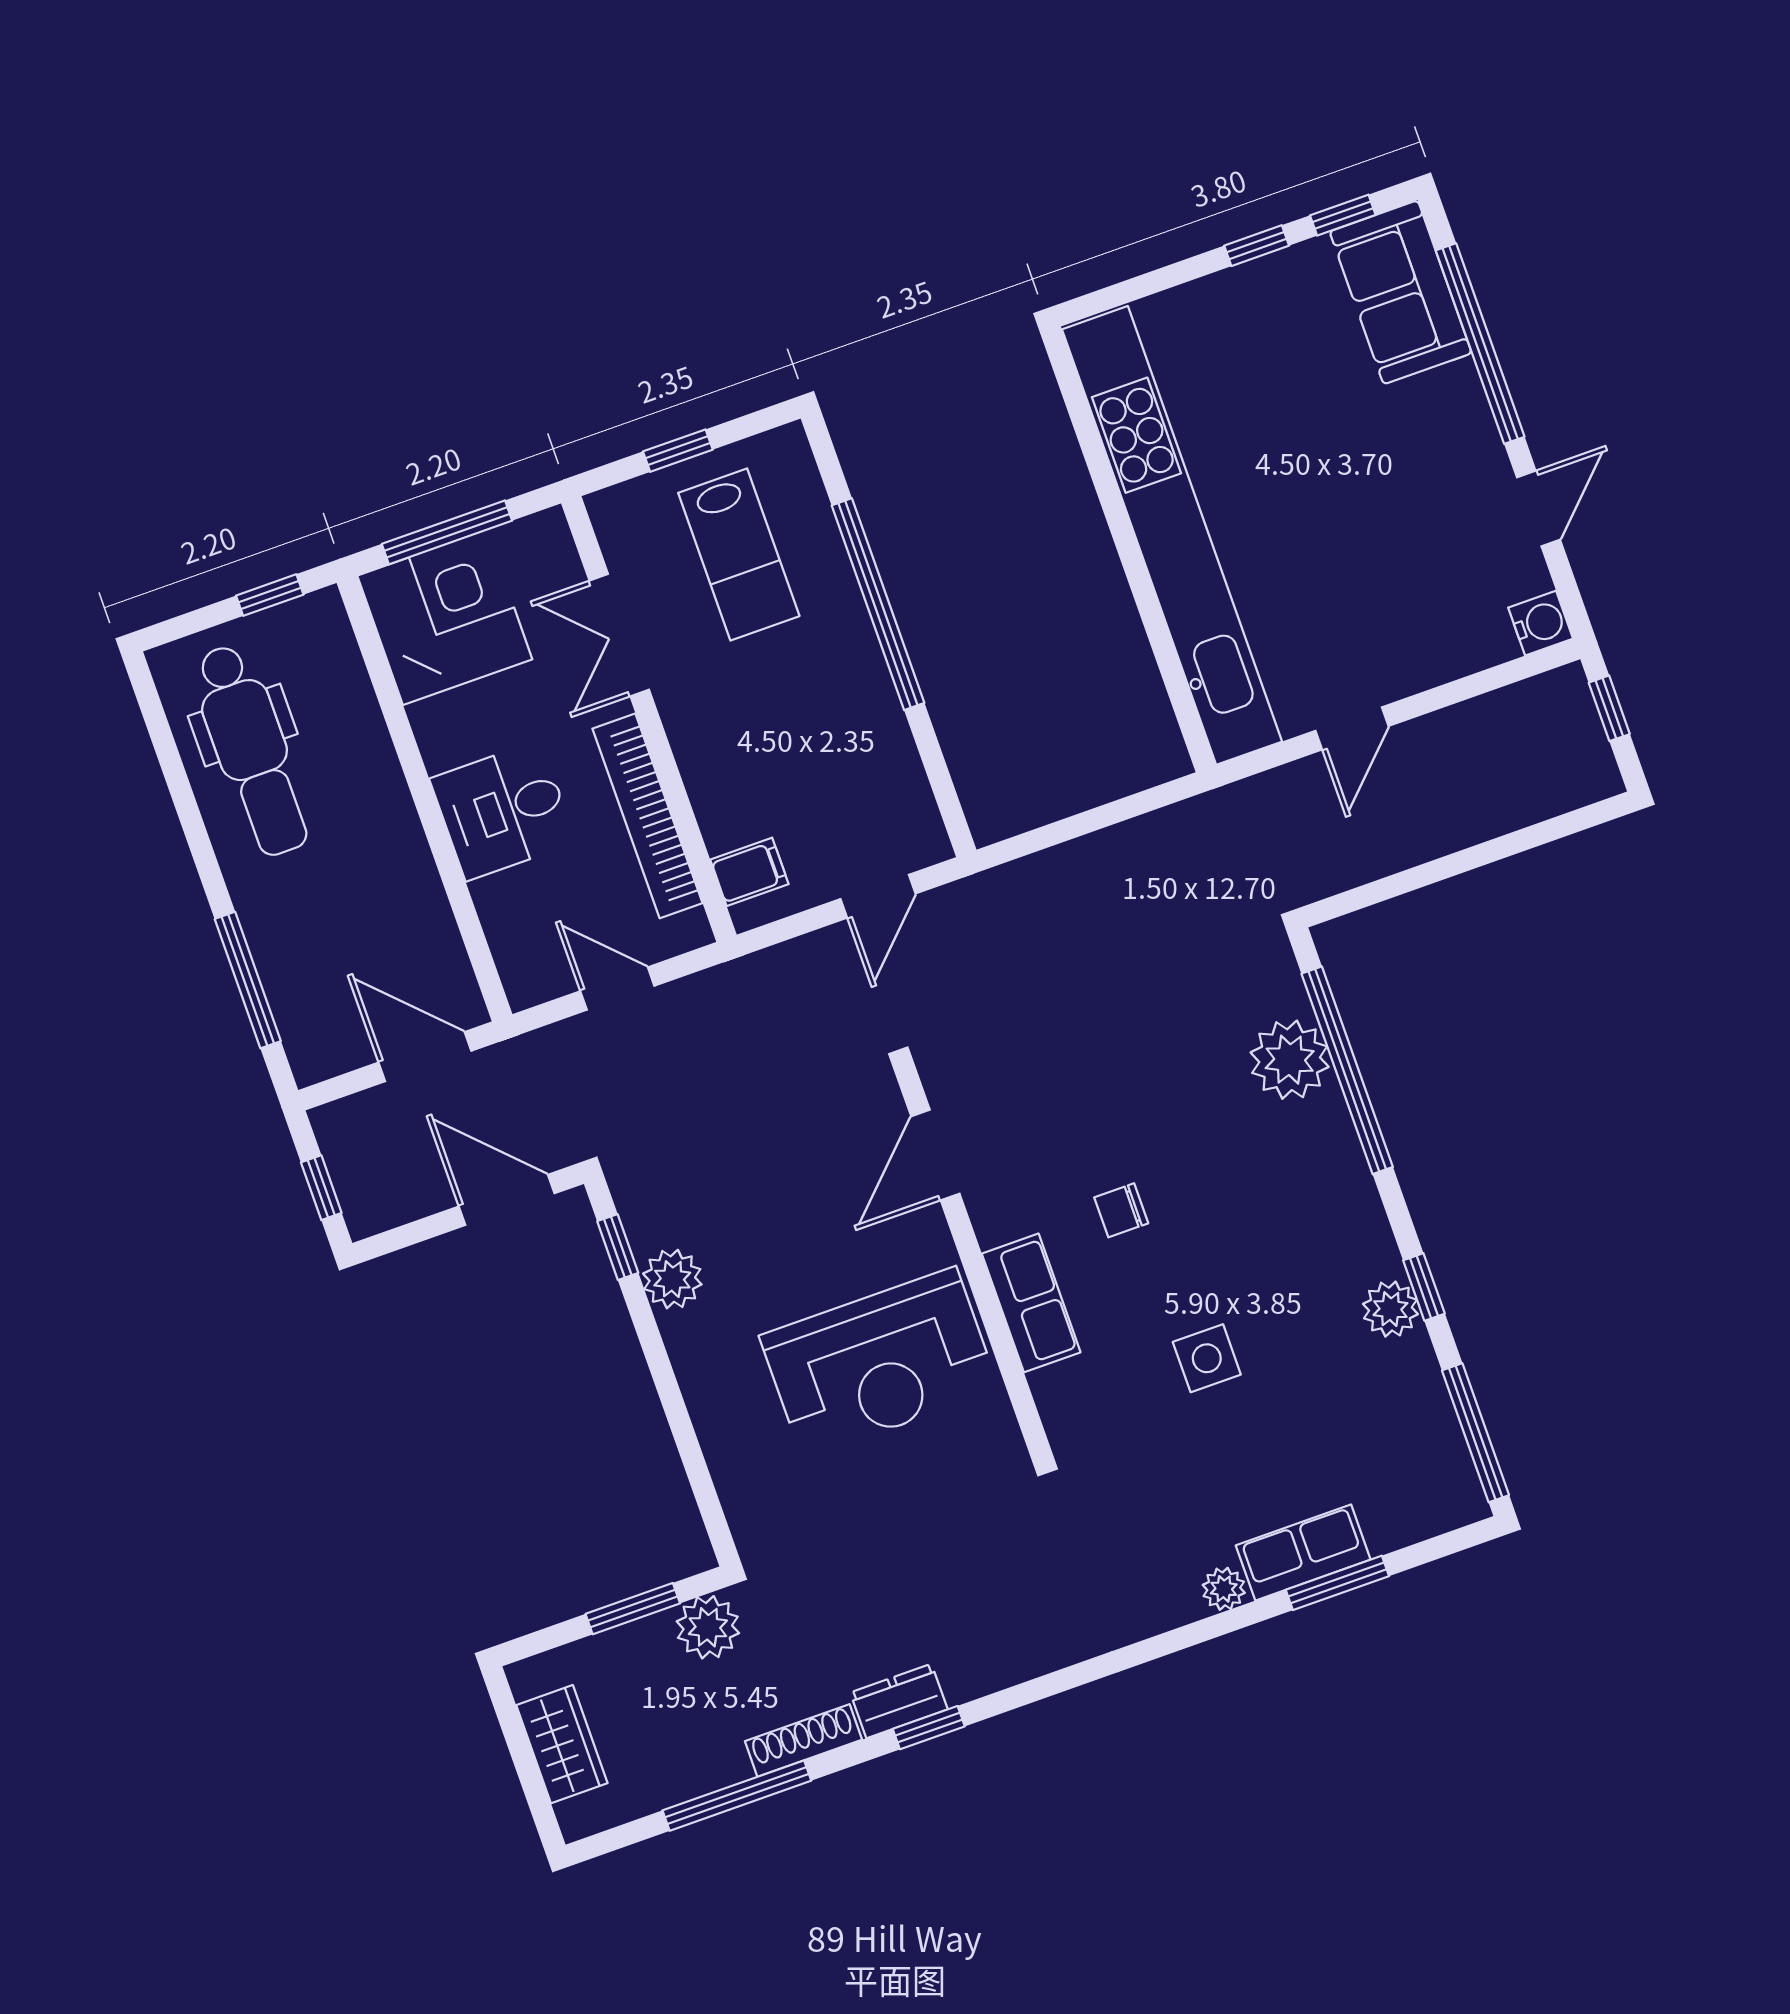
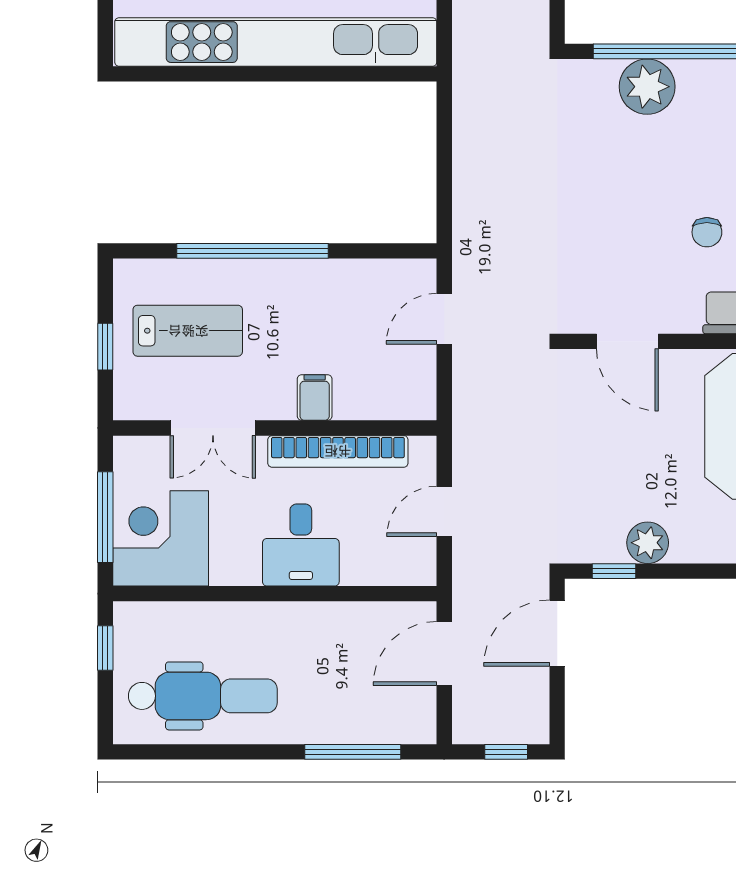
filing cabinet: (749, 872) -> (315, 398), moved
door: (878, 896) -> (444, 319), swing flipped

